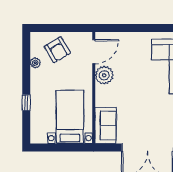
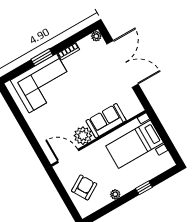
plant: (35, 63) -> (115, 194), moved
sofa: (106, 125) -> (106, 121), moved

